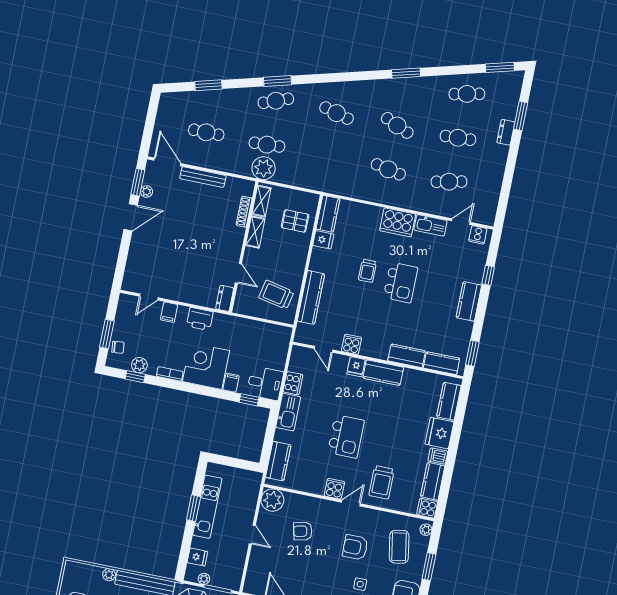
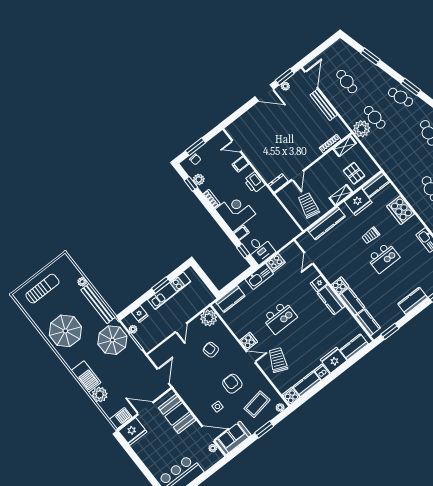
cooker: (398, 222) -> (401, 210), moved
shelving: (255, 232) -> (341, 195), moved
fridge: (323, 240) -> (358, 202), width x1.88, depth x1.34
cooker: (351, 344) -> (340, 286), moved
trolley: (382, 482) -> (278, 360), turned 113

